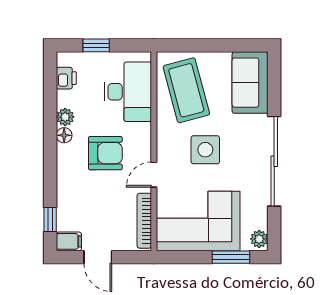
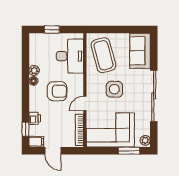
printer: (66, 78) -> (35, 118), moved

